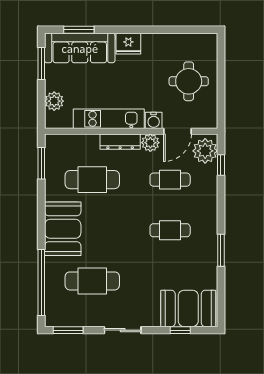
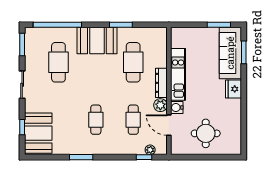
plant: (54, 101) -> (191, 34), removed
plant: (205, 151) -> (150, 150), width x0.53, depth x0.53
window: (41, 163) -> (121, 25), moved

